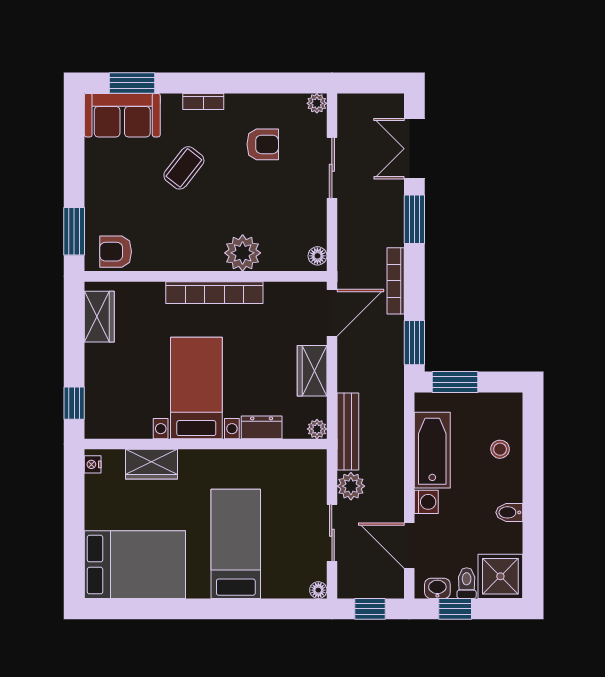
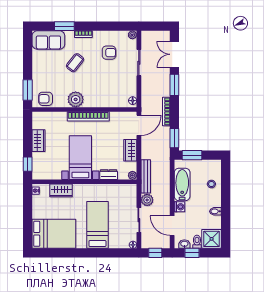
window: (132, 83) -> (64, 26), moved
plant: (243, 253) -> (76, 99), moved
wardrobe: (99, 317) -> (39, 141), moved

